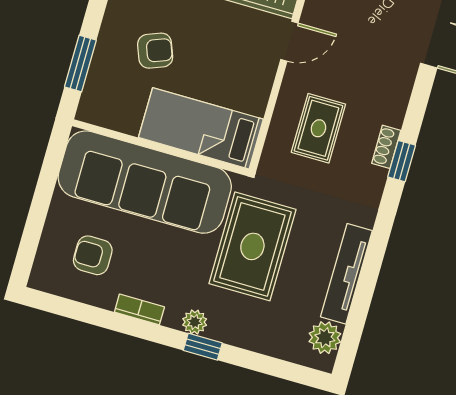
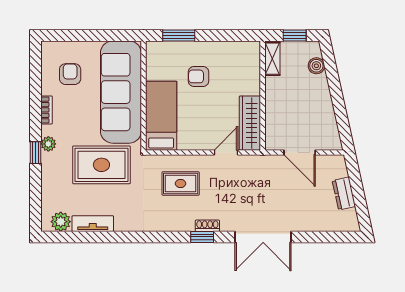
door: (289, 41) -> (226, 152), swing flipped
armchair: (155, 51) -> (199, 76), turned 111
shoe rack: (386, 147) -> (207, 226), moved
window: (402, 161) -> (202, 237), moved
tv unit: (346, 274) -> (93, 224), width x0.71

